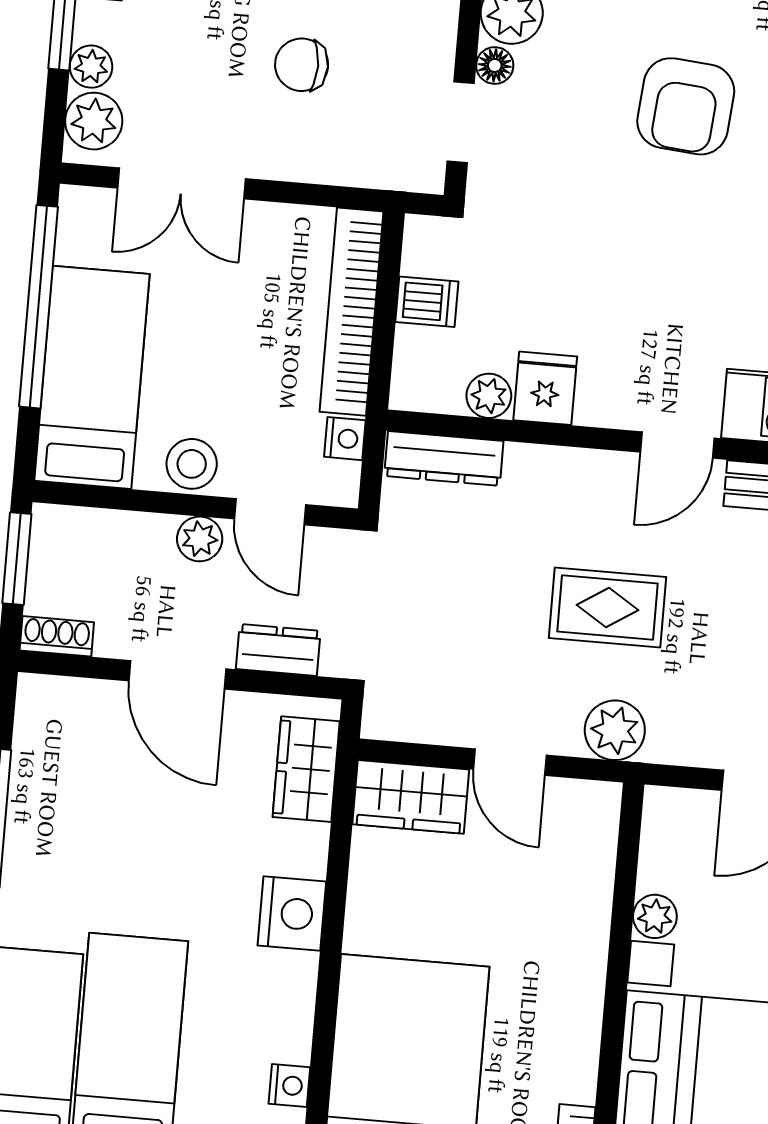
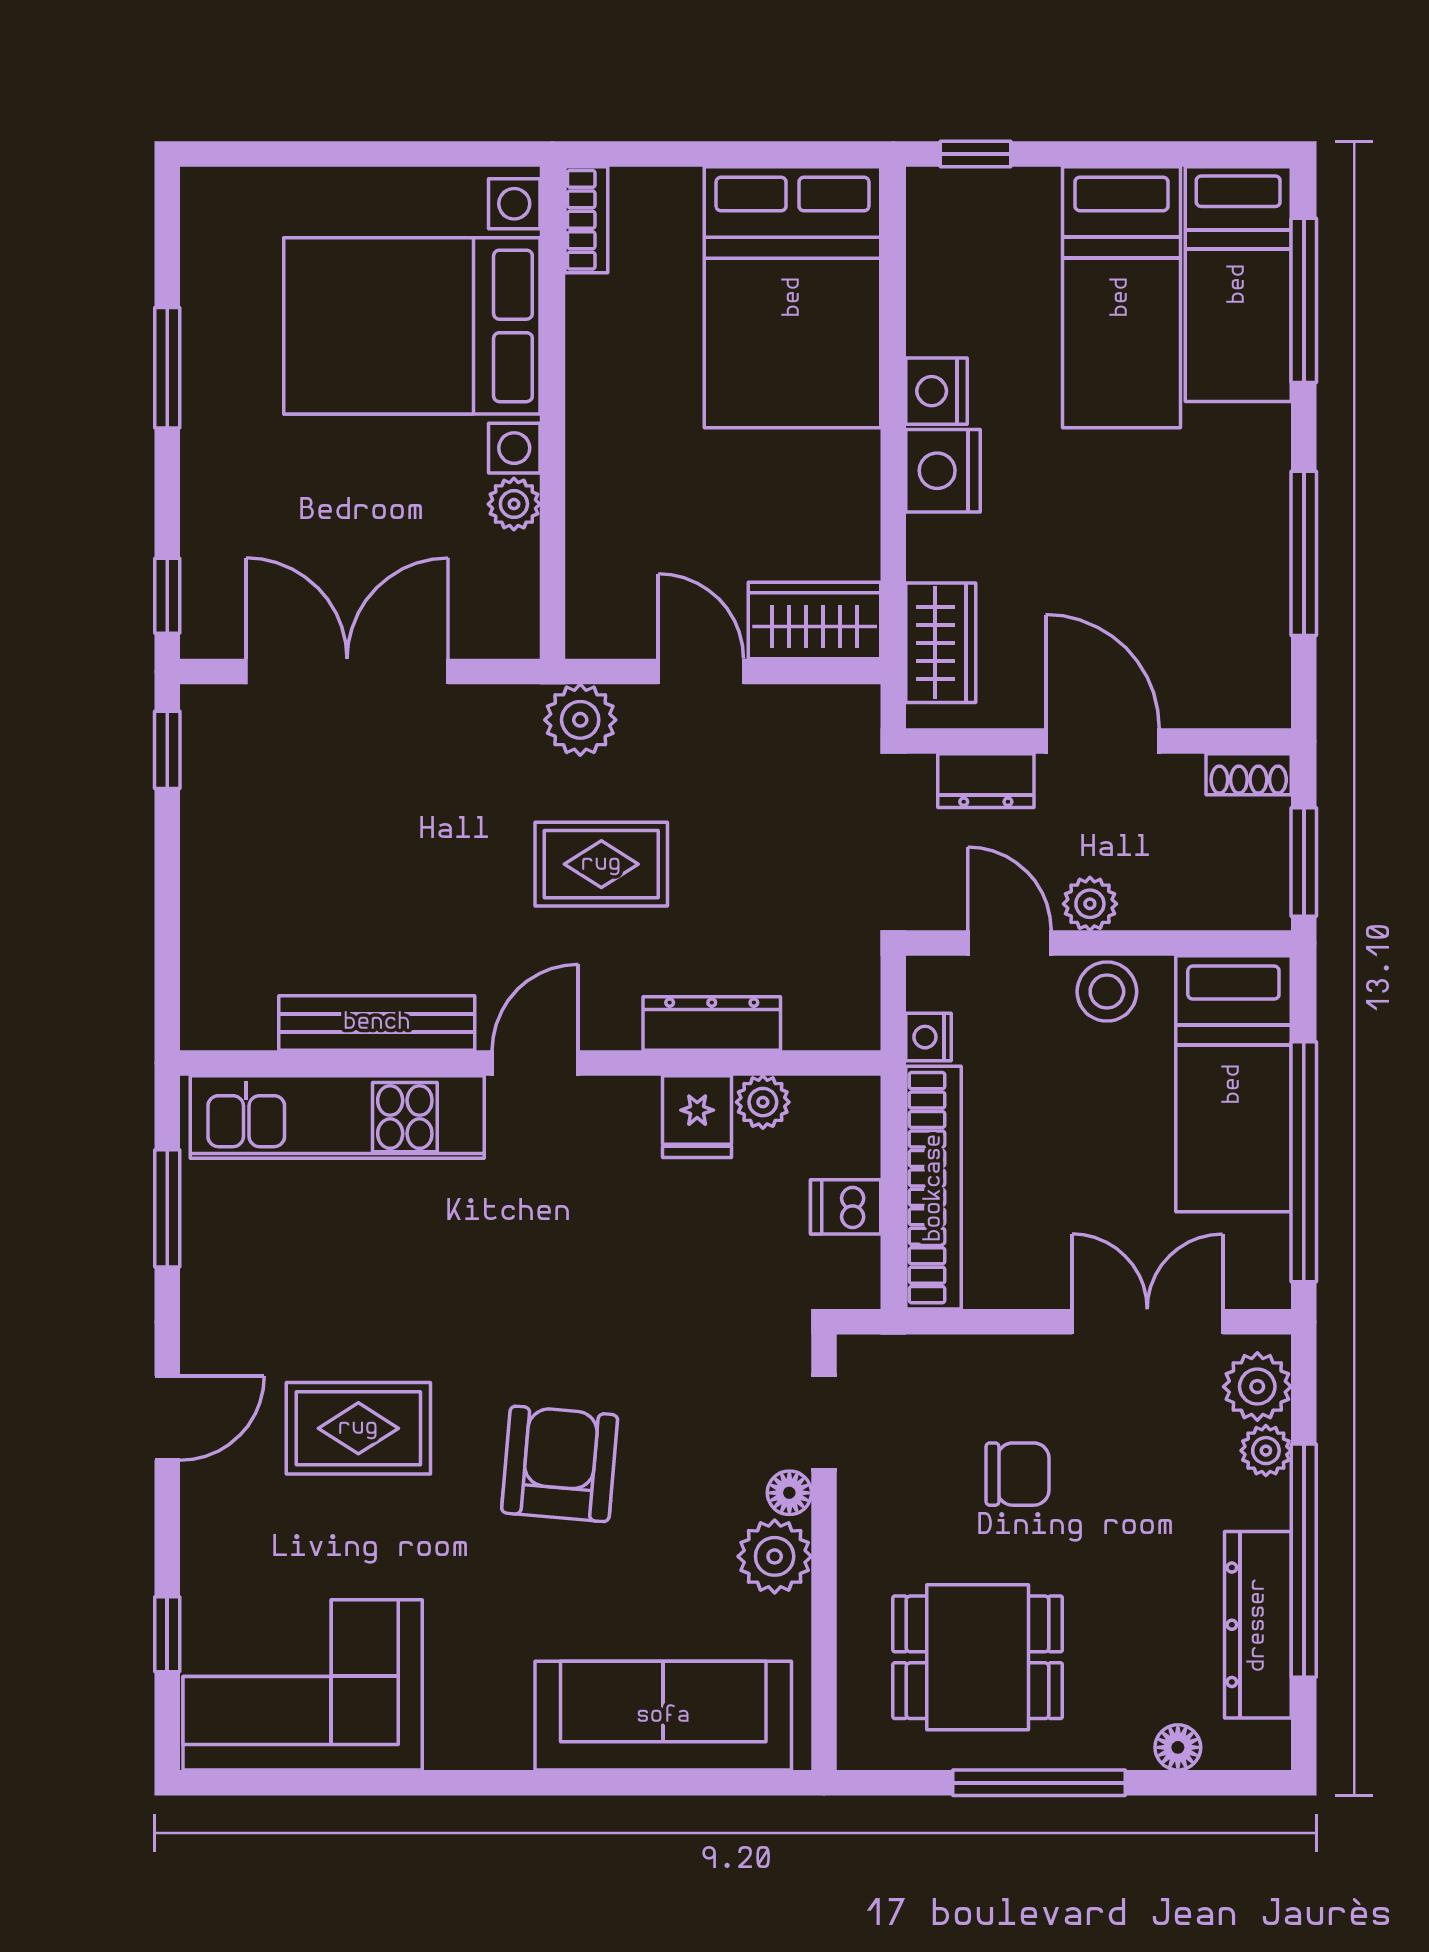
dresser: (444, 458) -> (712, 1024), moved
nightstand: (289, 1085) -> (936, 391), moved, width x1.39, depth x1.35

